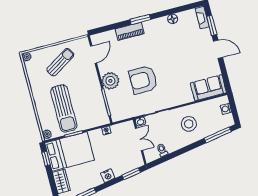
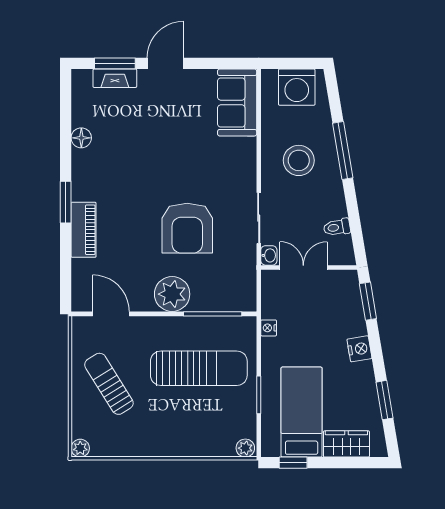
fireplace: (202, 18) -> (115, 78), moved
sun lounger: (64, 108) -> (199, 368), moved
washing machine: (226, 109) -> (297, 87), width x1.89, depth x1.89
window: (218, 135) -> (343, 151), moved
bed: (70, 151) -> (302, 412), width x0.67

